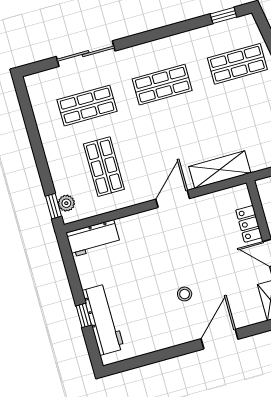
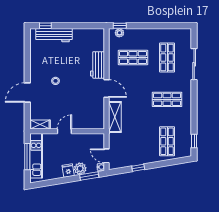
shop shelf: (162, 85) -> (167, 99), turned 90
locker: (249, 224) -> (83, 124), removed
workbench: (93, 238) -> (97, 65), moved
window: (84, 315) -> (45, 26), moved
door: (220, 339) -> (27, 93), swing flipped

